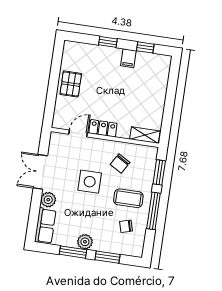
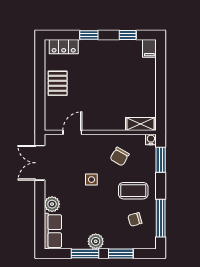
filing cabinet: (128, 58) -> (149, 48), moved
locker: (103, 128) -> (64, 47), moved, turned 180
water cooler: (153, 151) -> (151, 139), added
double door: (40, 172) -> (40, 163), moved
side table: (90, 182) -> (91, 180), width x0.54, depth x0.54
window: (154, 211) -> (161, 218), moved

